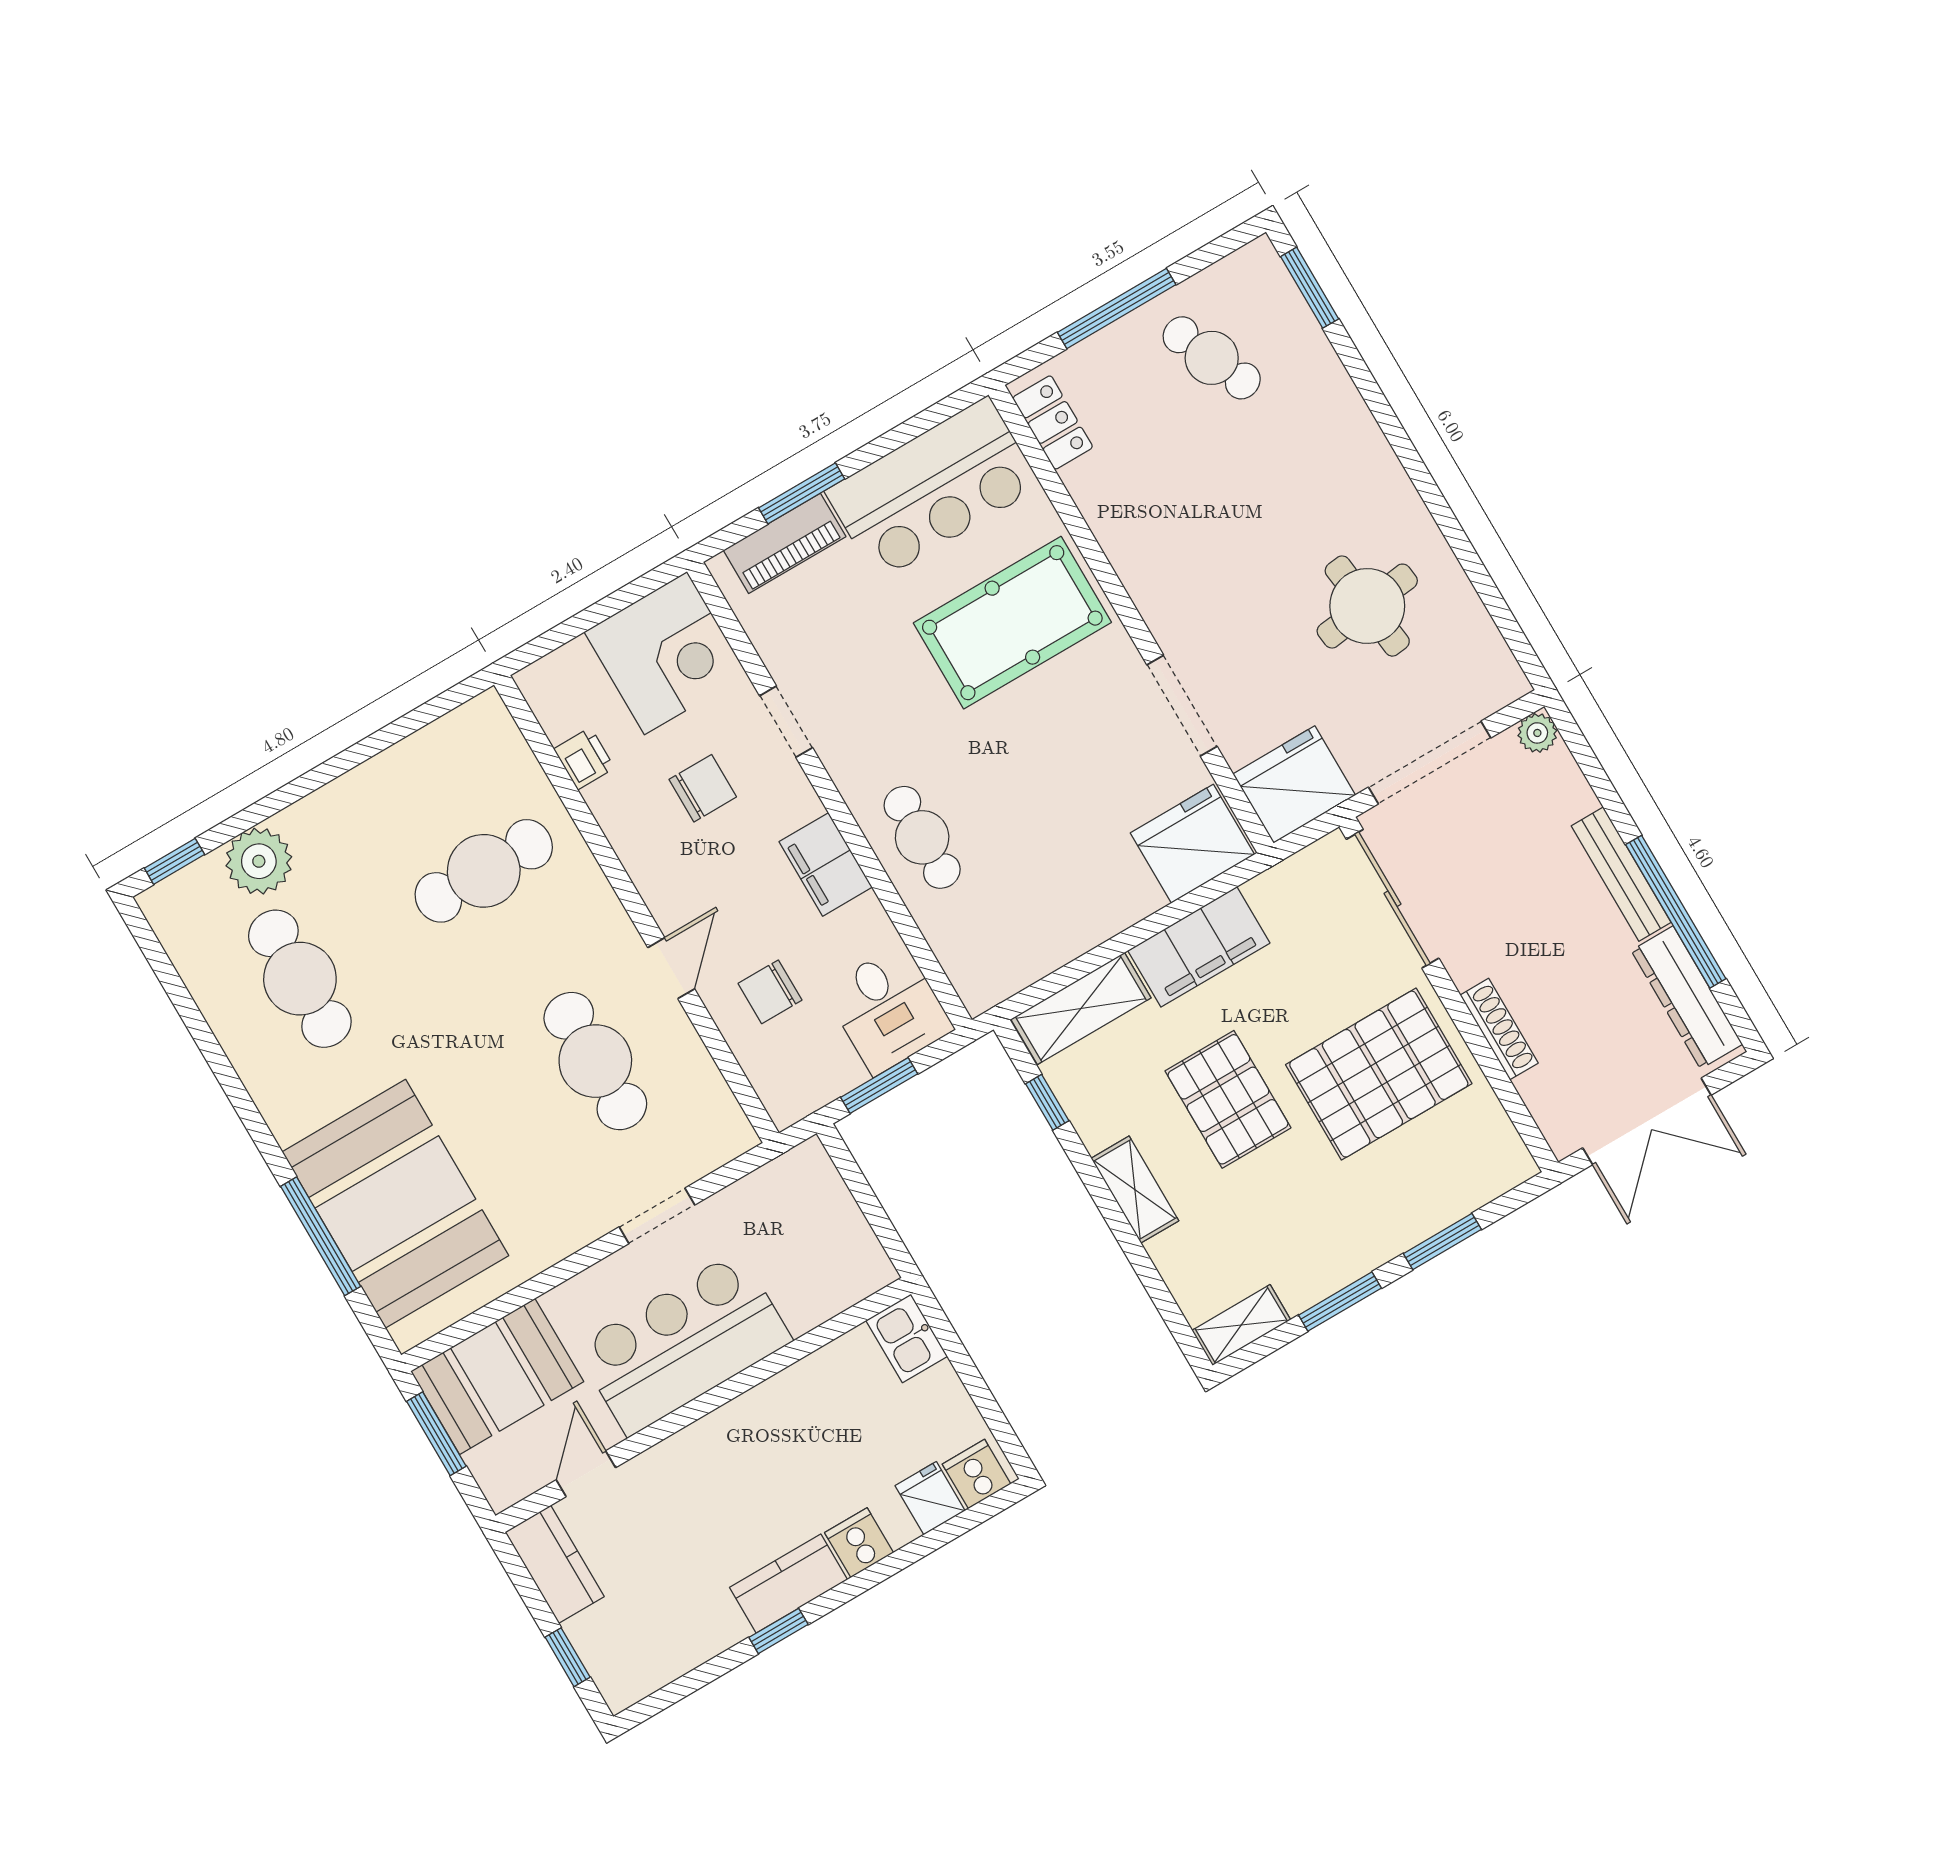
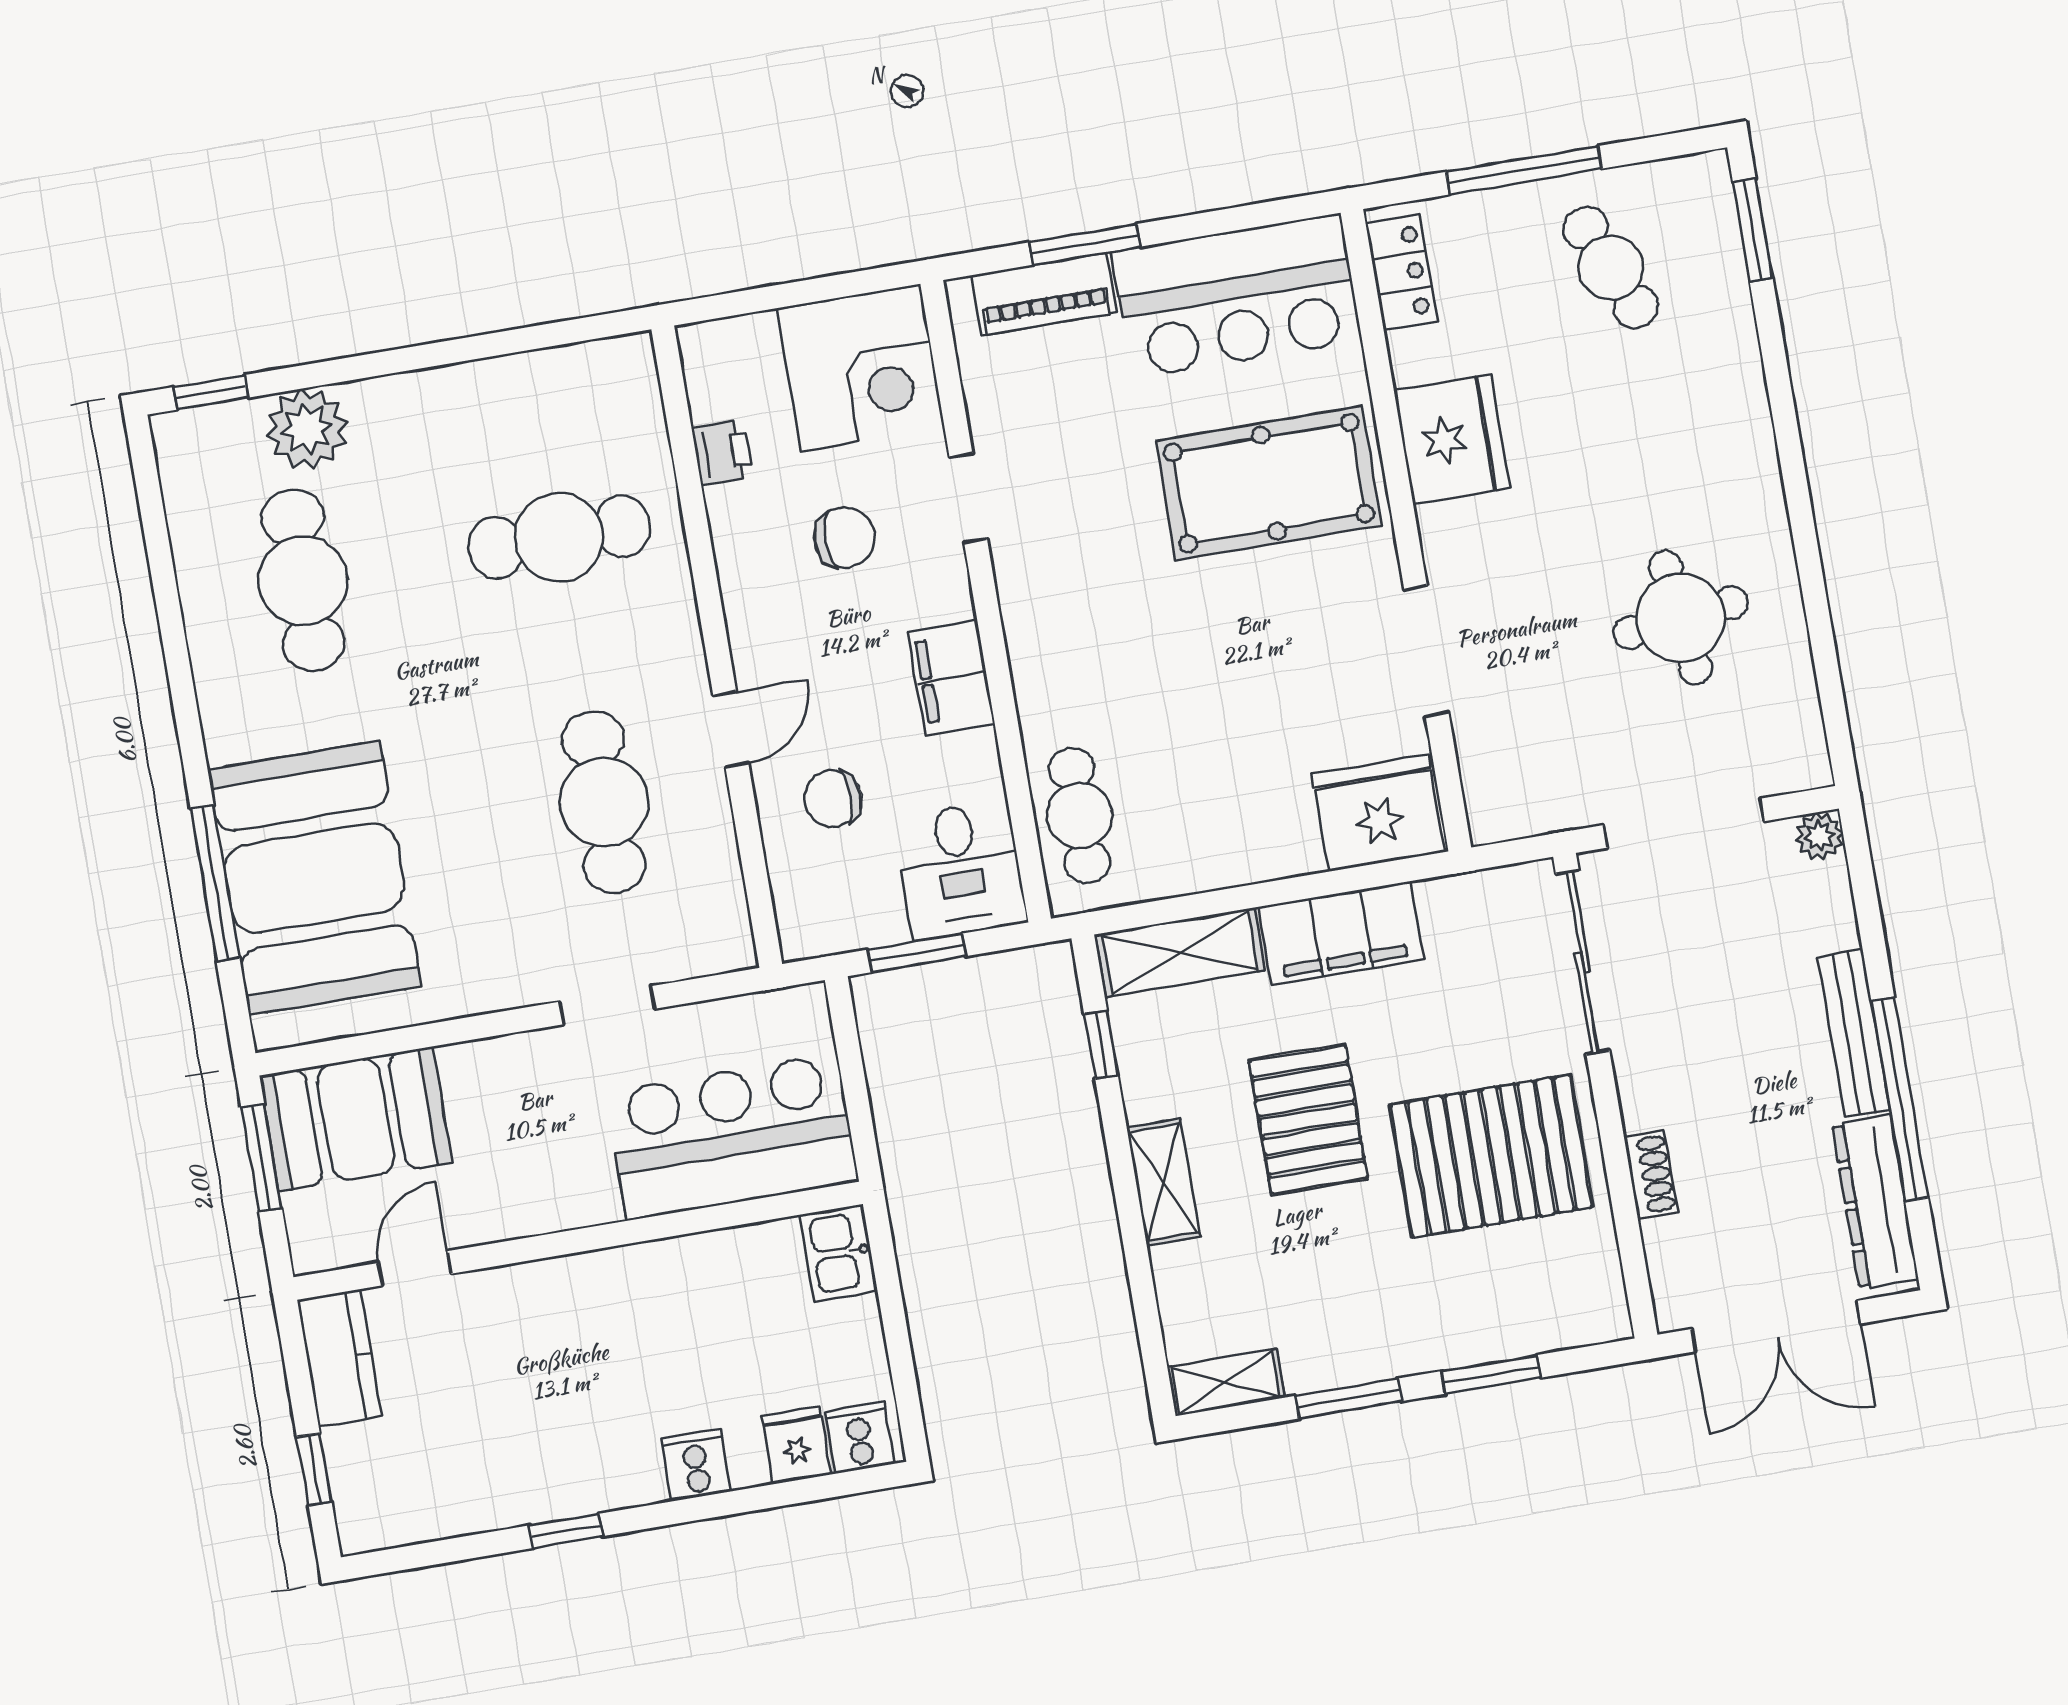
fridge: (1294, 784) -> (1452, 439), moved, turned 90
cafe table: (922, 837) -> (1079, 815), moved
shoe rack: (1499, 1029) -> (1651, 1175), width x0.70
bar counter: (683, 1343) -> (732, 1137), moved
kitchen counter: (789, 1584) -> (598, 1481), removed

